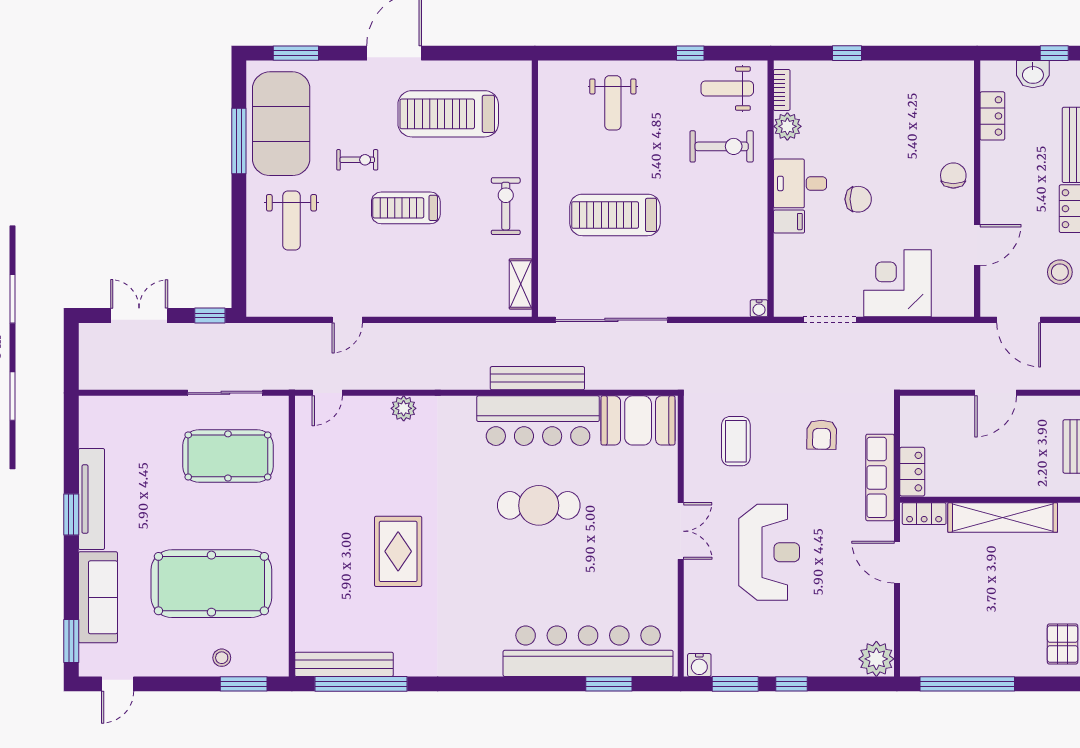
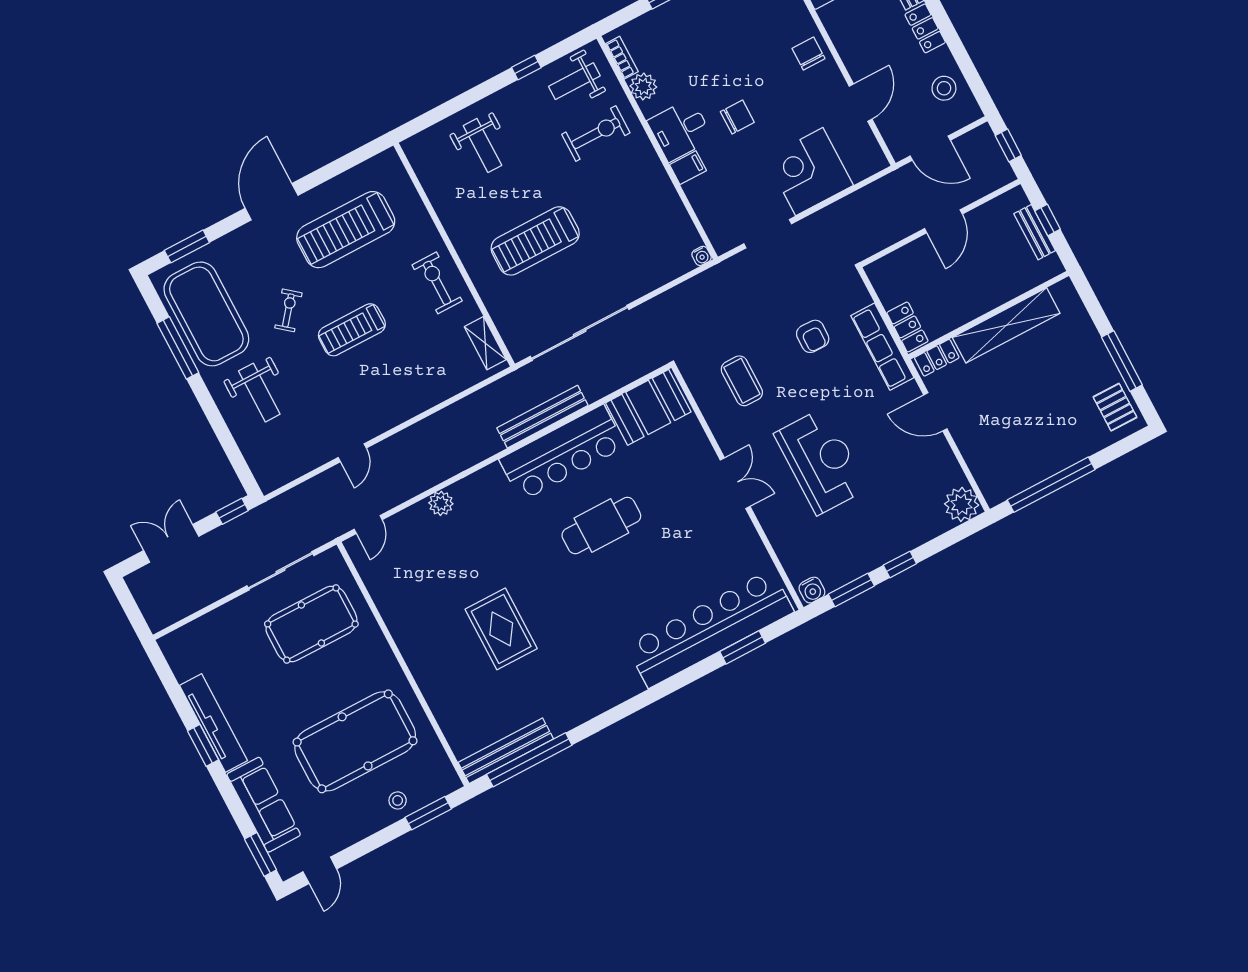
exercise bike: (357, 160) -> (288, 310), turned -51

